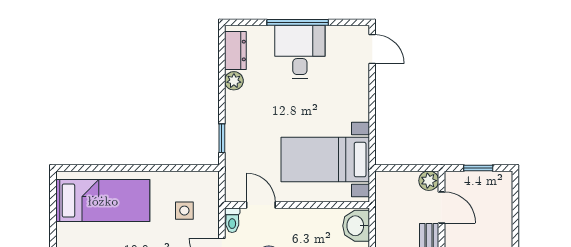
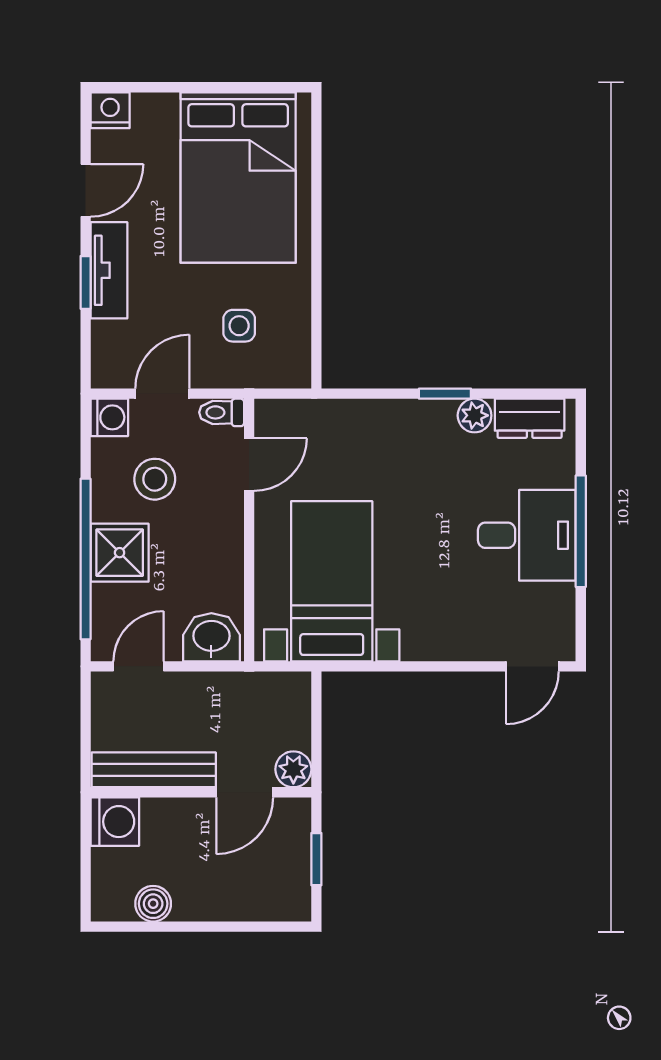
window: (222, 138) -> (445, 394), moved
bed: (103, 201) -> (238, 177), width x1.50

